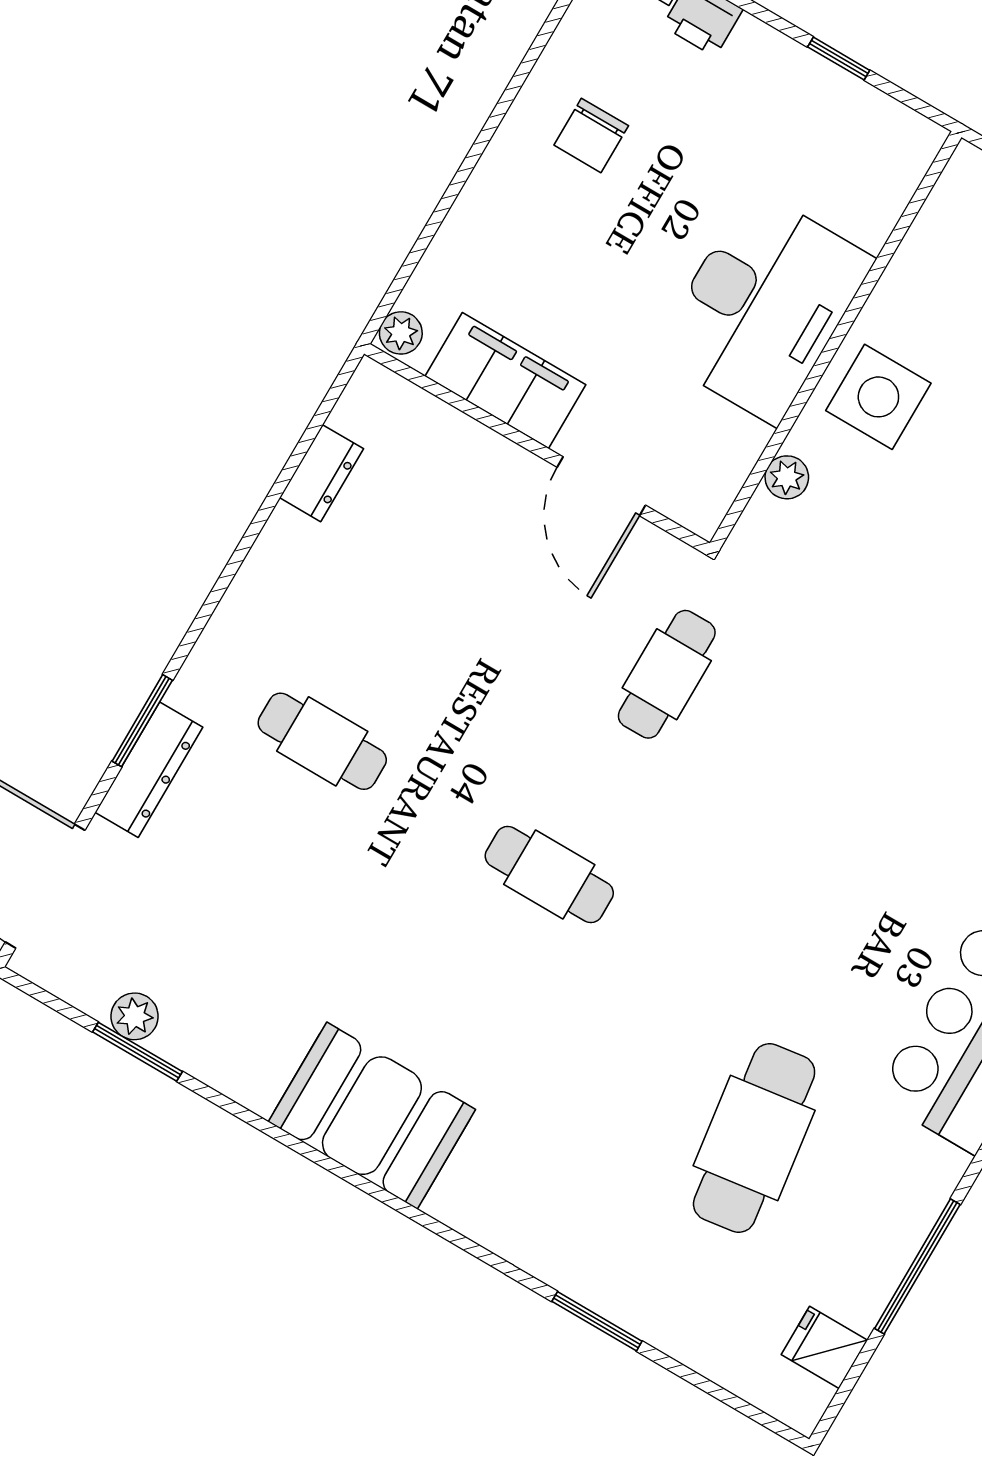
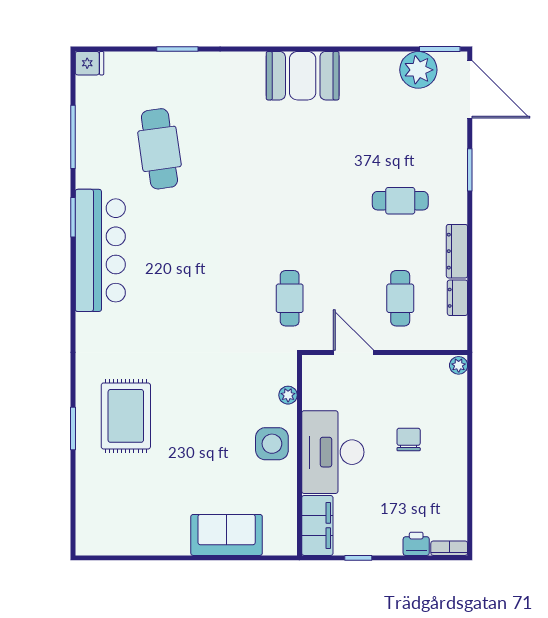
chair: (591, 135) -> (409, 439), moved
filing cabinet: (505, 381) -> (317, 525), moved, turned -90
dresser: (149, 770) -> (457, 251), moved
cafe table: (549, 874) -> (400, 298), moved, turned 90
plant: (135, 1016) -> (418, 70), width x1.88, depth x1.88
window: (137, 1052) -> (440, 49), moved
fridge: (824, 1347) -> (89, 63), moved

